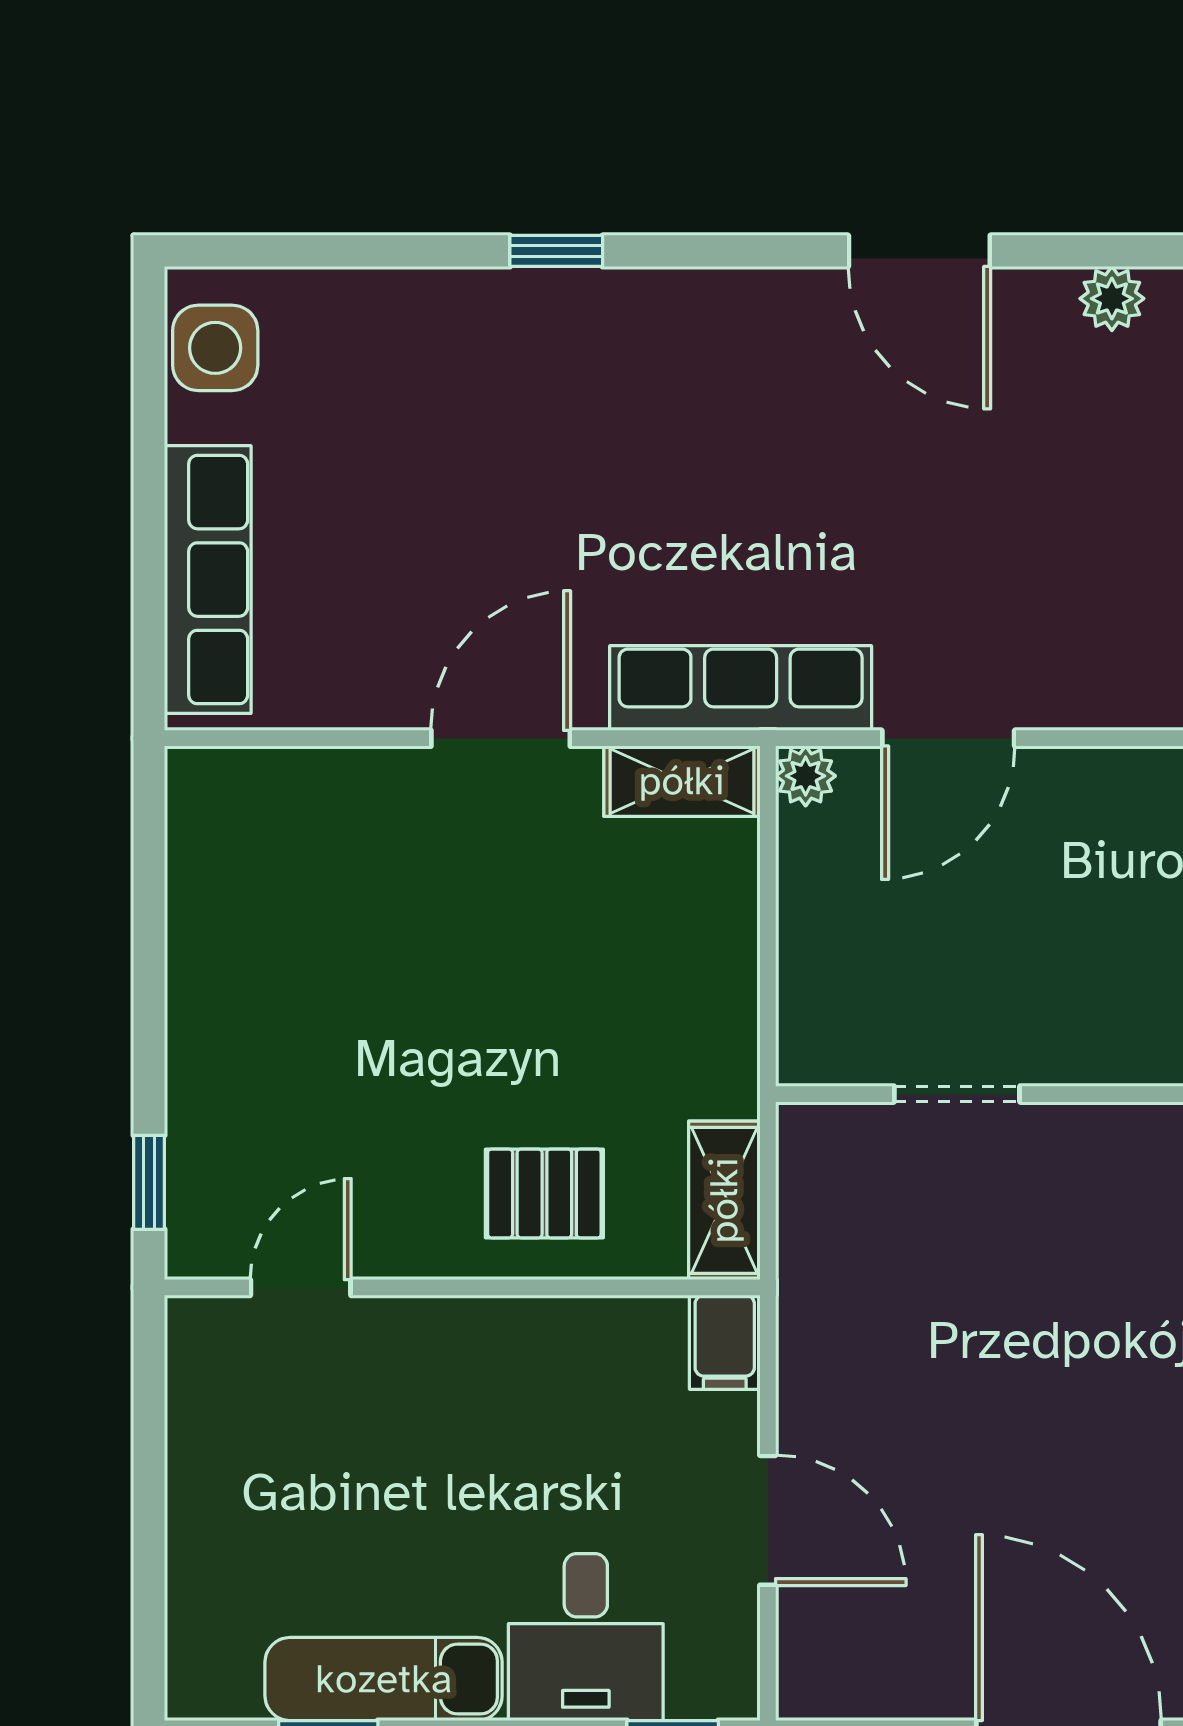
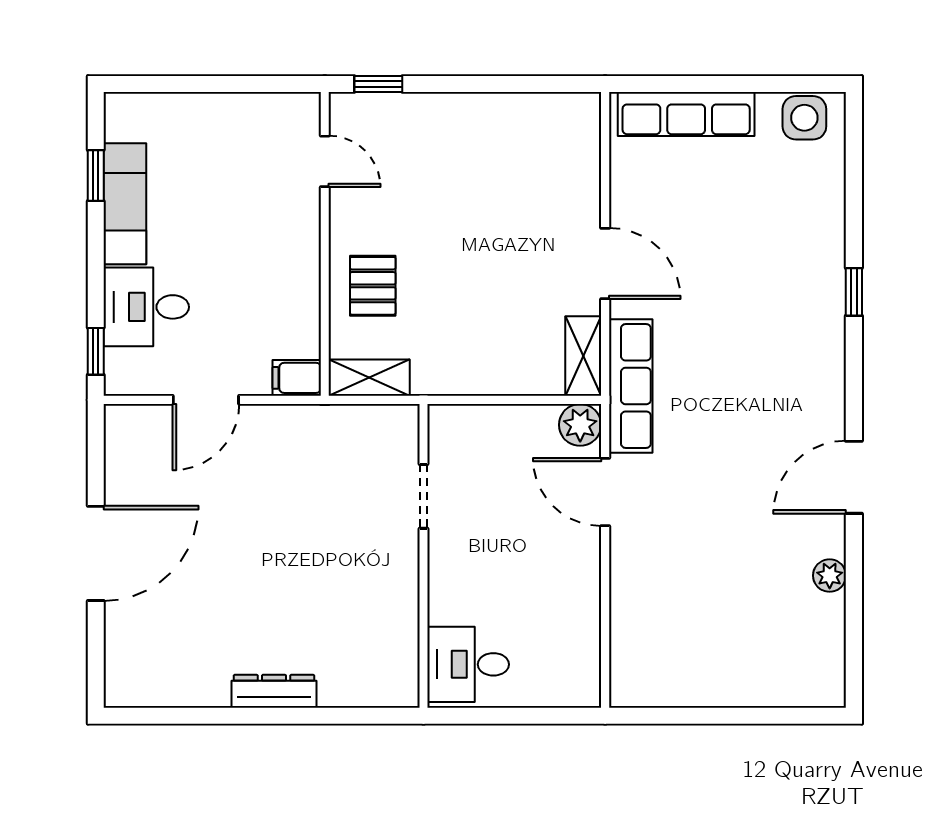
plant: (806, 776) -> (580, 425), width x1.38, depth x1.38

